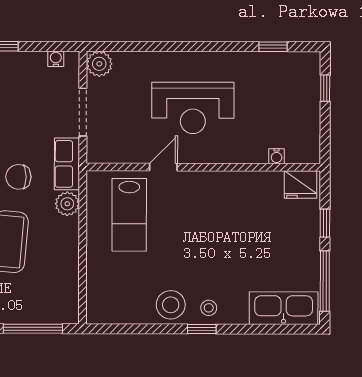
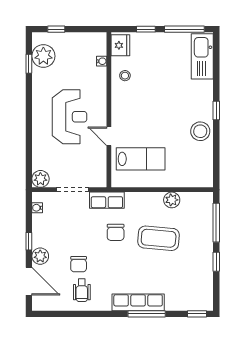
plant: (285, 69) -> (43, 56), added
plant: (67, 204) -> (172, 200), moved
stool: (209, 308) -> (125, 76), moved

